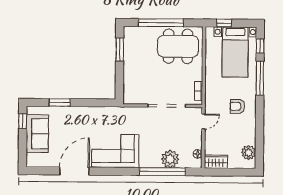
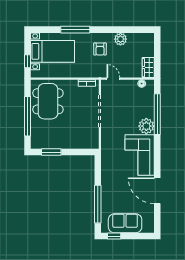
window: (260, 46) -> (47, 30), removed
window: (60, 103) -> (98, 204), width x2.11
plant: (249, 153) -> (120, 39), moved
plant: (170, 159) -> (146, 126), moved

